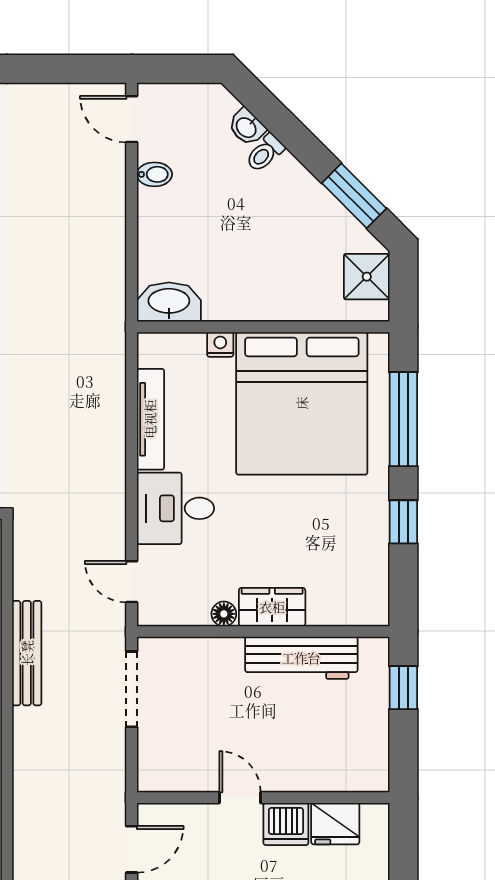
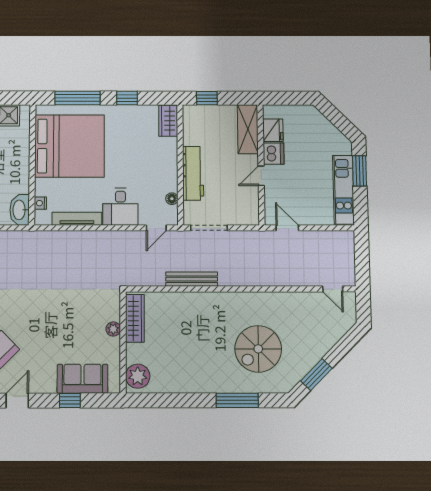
nightstand: (220, 344) -> (40, 203), moved
wardrobe: (272, 607) -> (168, 121), moved
floor lamp: (224, 614) -> (172, 199), moved
workbench: (301, 658) -> (193, 173), moved
shelving: (338, 772) -> (248, 129), added

